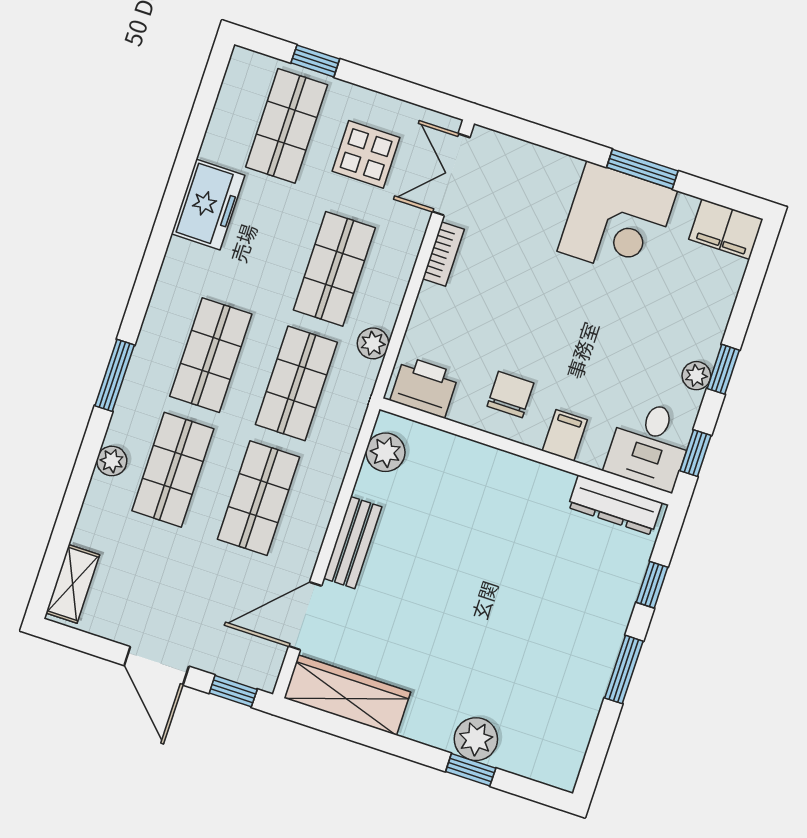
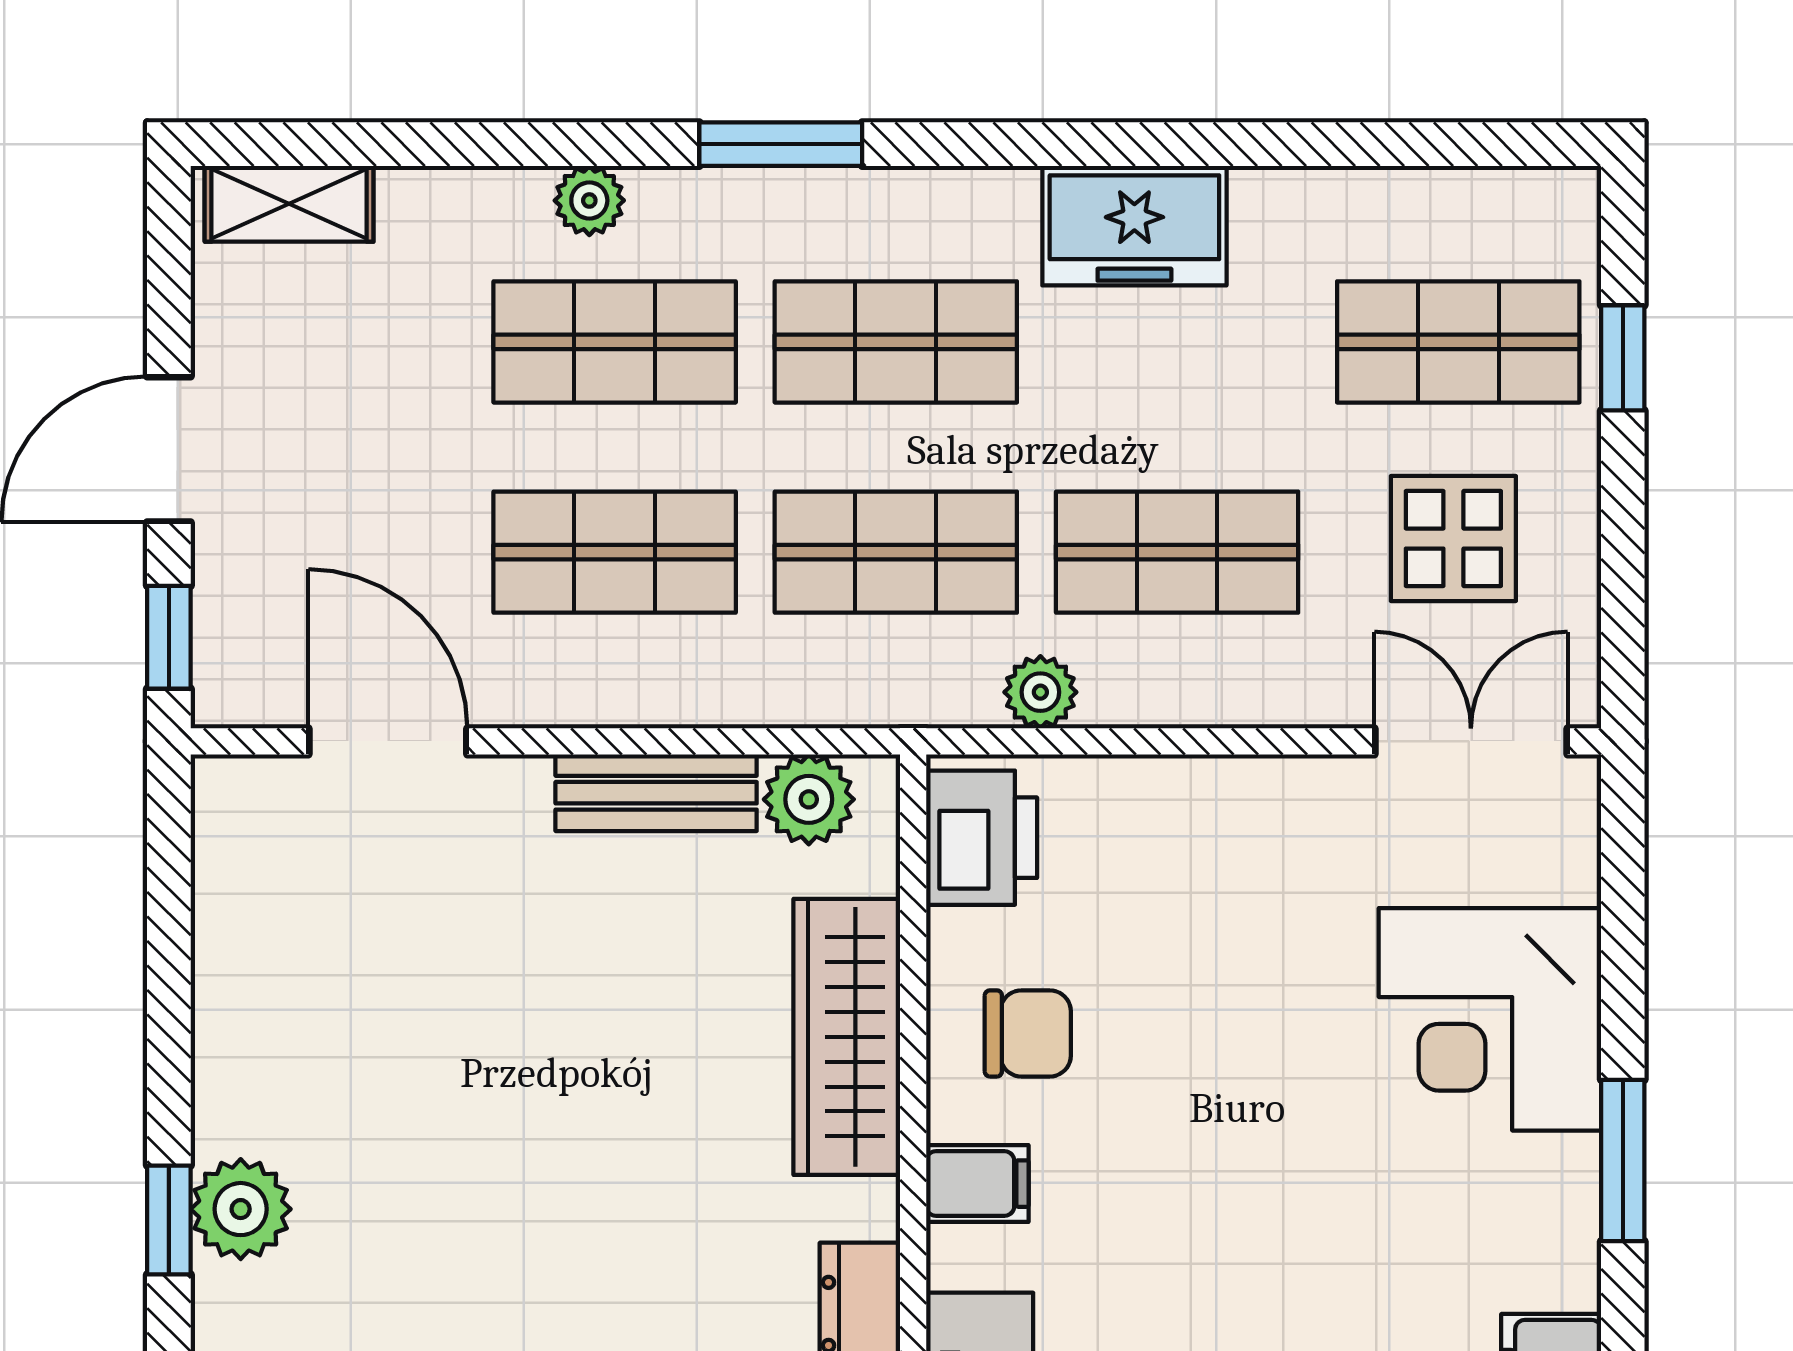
freezer: (208, 204) -> (1134, 226), moved
corner desk: (617, 221) -> (1490, 1019), moved
bookcase: (443, 254) -> (1290, 782), removed
bench: (353, 543) -> (656, 793), moved
wardrobe: (347, 695) -> (847, 1037), moved, turned 180

